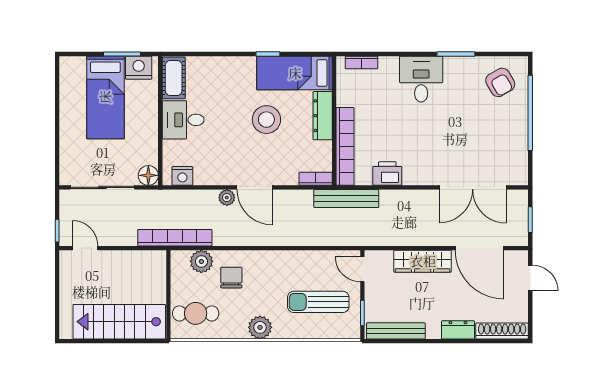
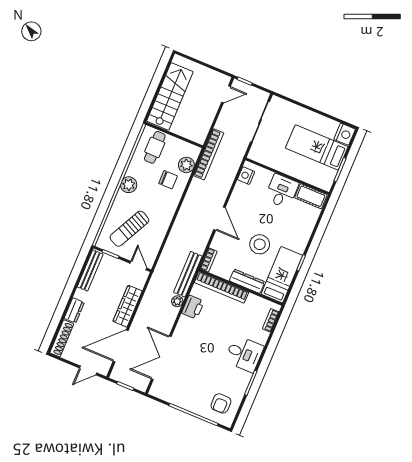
nightstand: (139, 68) -> (345, 134), moved
armchair: (500, 82) -> (221, 403), turned -60
floor lamp: (148, 175) -> (255, 154), removed
door: (254, 187) -> (219, 219), swing flipped
plant: (227, 198) -> (177, 301), moved
door: (362, 269) -> (138, 266), hinge flipped
sun lounger: (318, 302) -> (129, 229), turned -153

